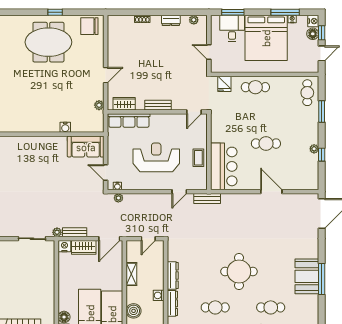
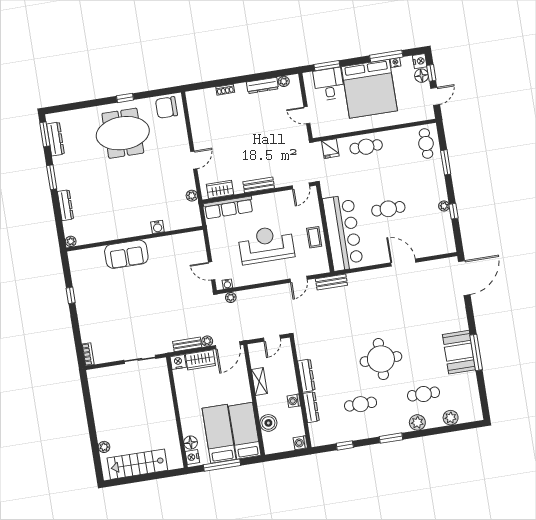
dresser: (171, 20) -> (262, 85), width x1.44
sofa: (86, 147) -> (126, 254), moved
bar counter: (224, 166) -> (343, 233), width x1.36
plant: (57, 232) -> (207, 341), moved

